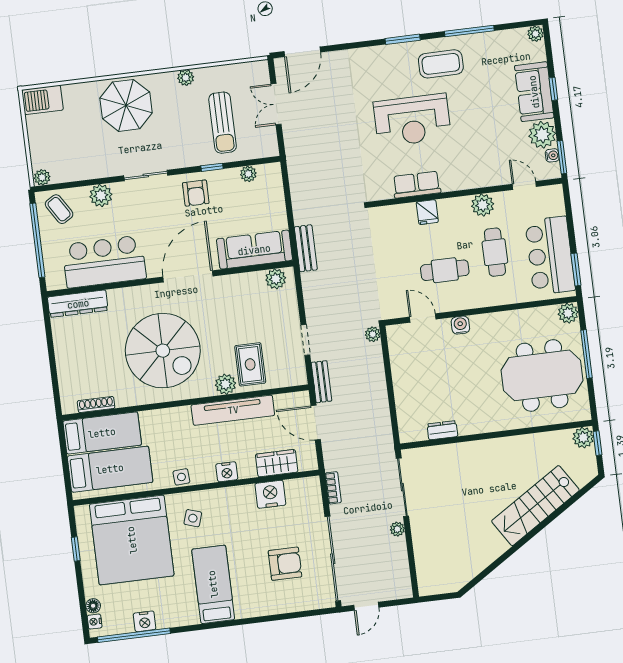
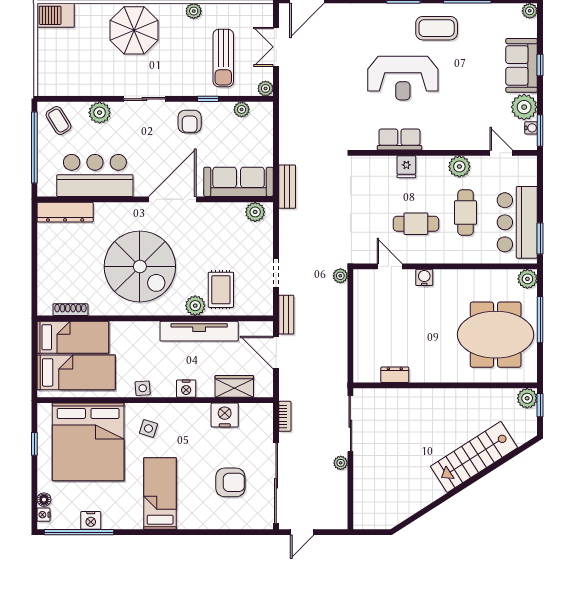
plant: (42, 177) -> (266, 88), moved

